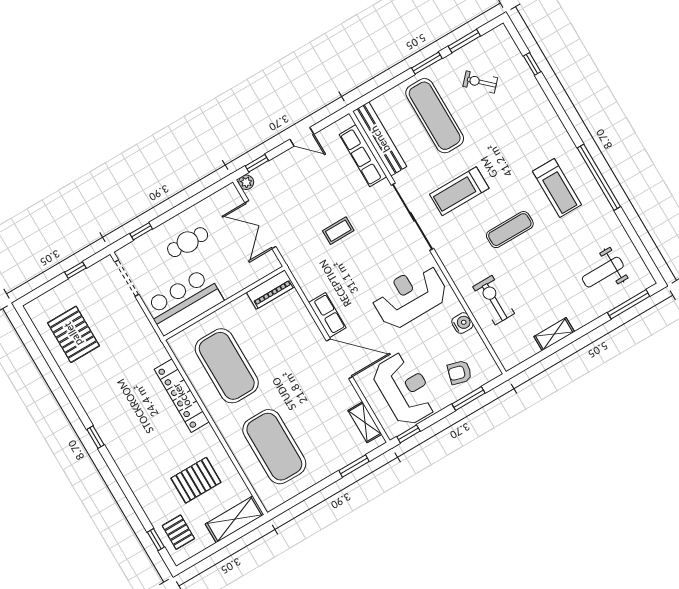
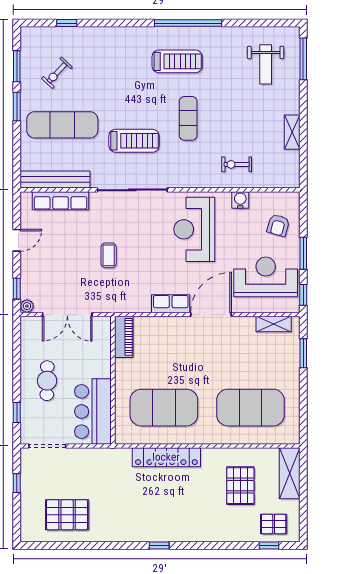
treadmill: (459, 191) -> (134, 141), turned -90
exercise bike: (494, 300) -> (237, 164), width x0.73, depth x0.72
window: (468, 399) -> (303, 253), moved

